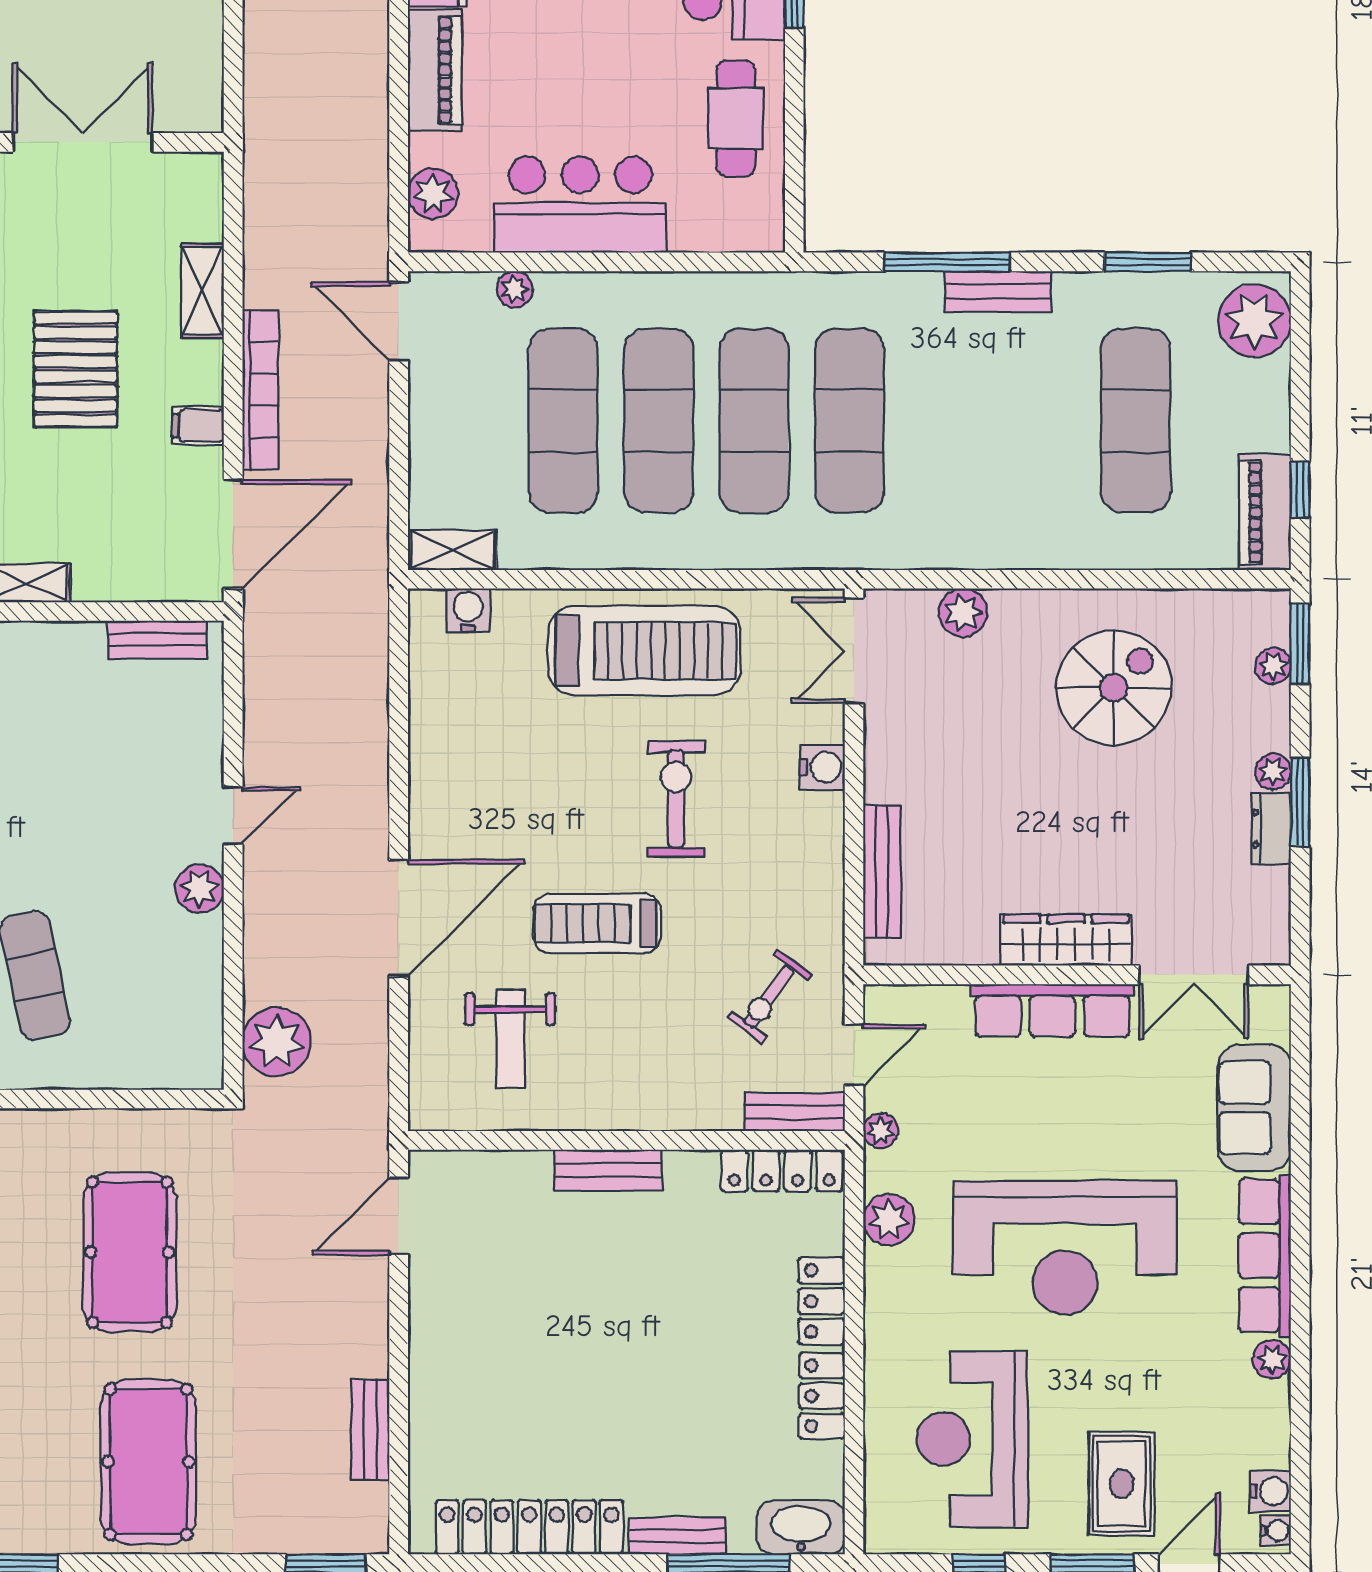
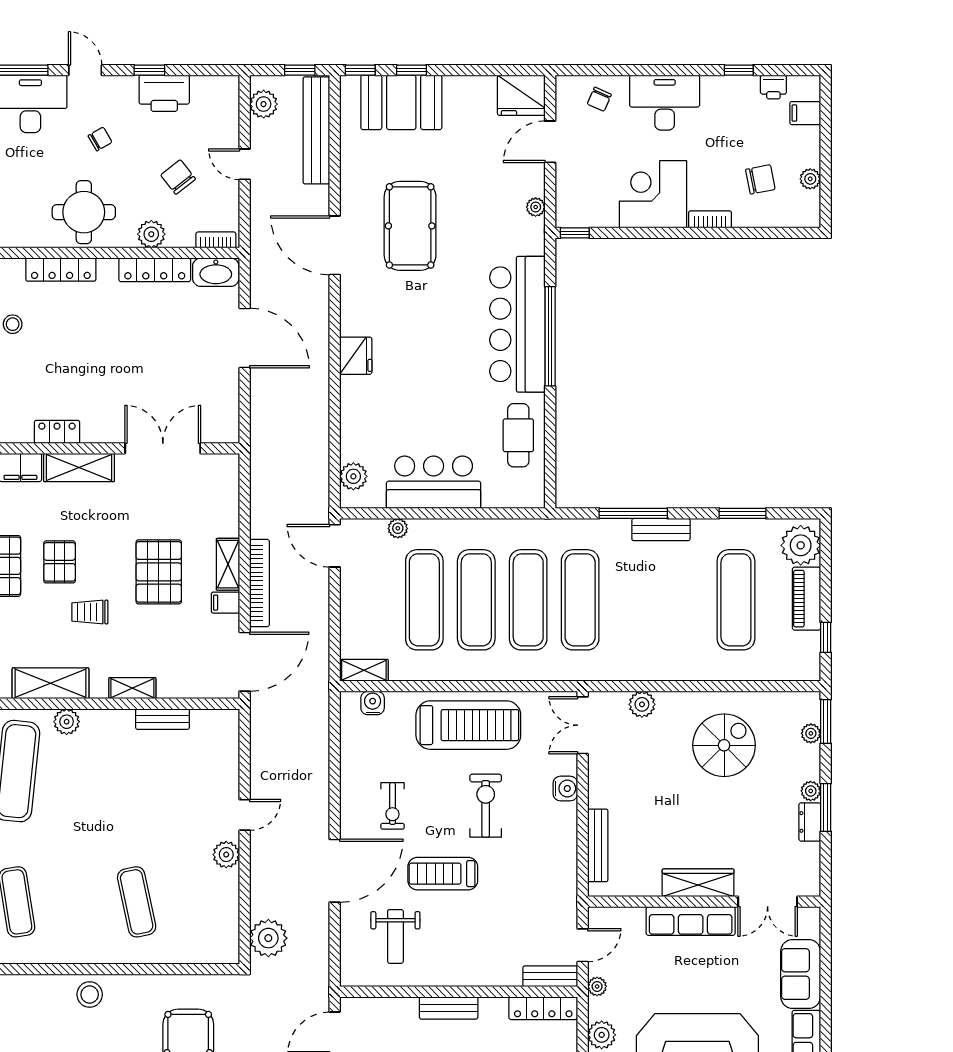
piano: (435, 70) -> (354, 409), removed
shelving: (203, 291) -> (228, 564), moved
piano: (1265, 512) -> (806, 599), moved
bench: (157, 640) -> (163, 719), moved
exercise bike: (769, 997) -> (392, 806), moved, turned -36

